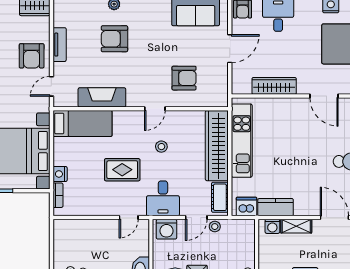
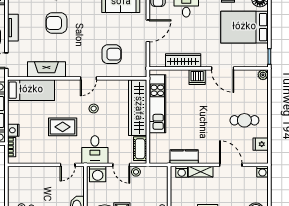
dishwasher: (247, 207) -> (197, 77), moved, turned 180
door: (196, 218) -> (121, 165), hinge flipped

